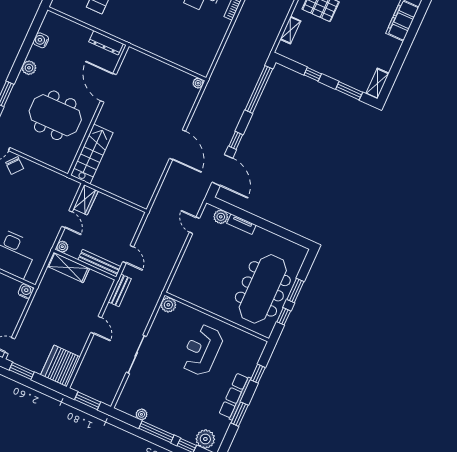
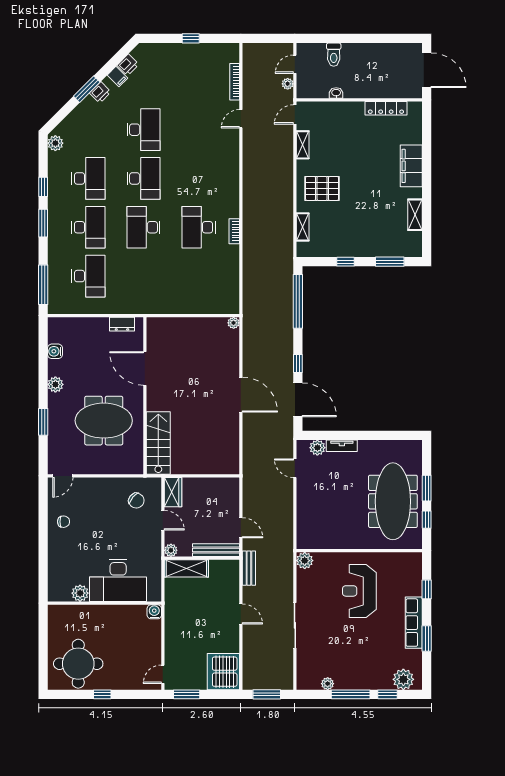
dresser: (106, 43) -> (122, 324), width x0.70
shelving: (377, 83) -> (415, 215), moved
chair: (15, 166) -> (136, 501), moved

